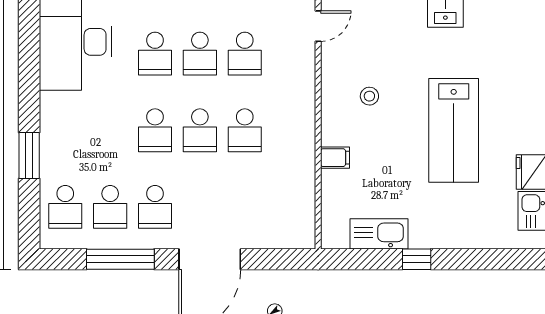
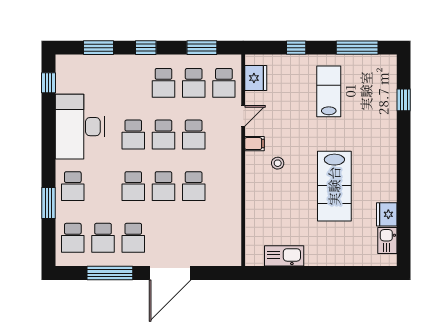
school desk: (65, 130) -> (73, 186), added
filing cabinet: (335, 158) -> (255, 144), moved
window: (417, 259) -> (309, 273), removed

